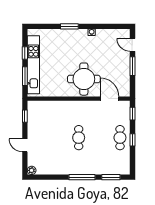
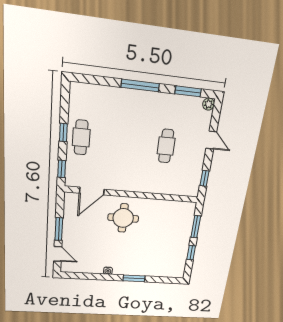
kitchen unit: (33, 65) -> (183, 239), removed
round table: (84, 79) -> (123, 218), width x0.73, depth x0.73
door: (110, 99) -> (92, 191), hinge flipped
cafe table: (79, 138) -> (166, 146), moved
window: (111, 177) -> (188, 91), moved

